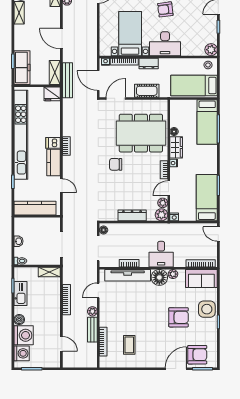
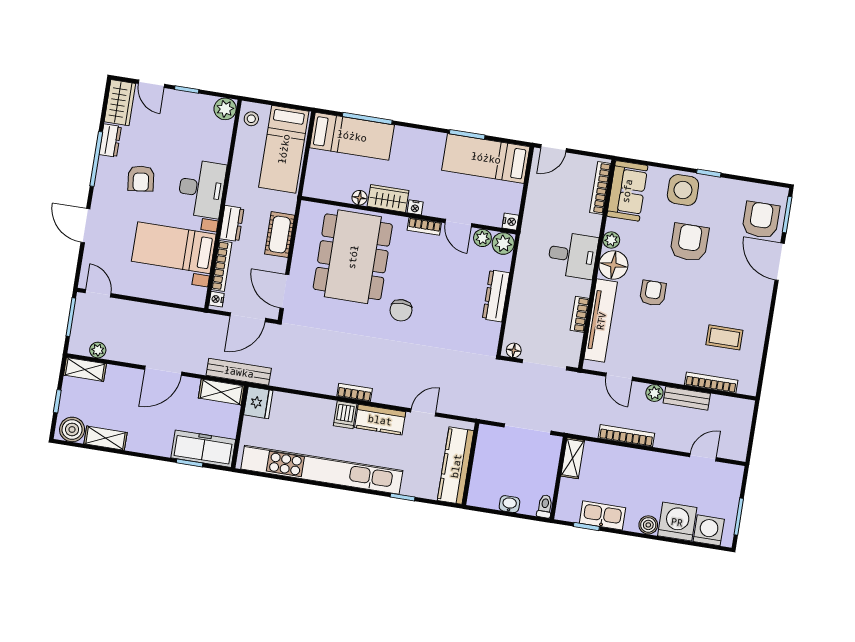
armchair: (147, 302) -> (653, 293), added

